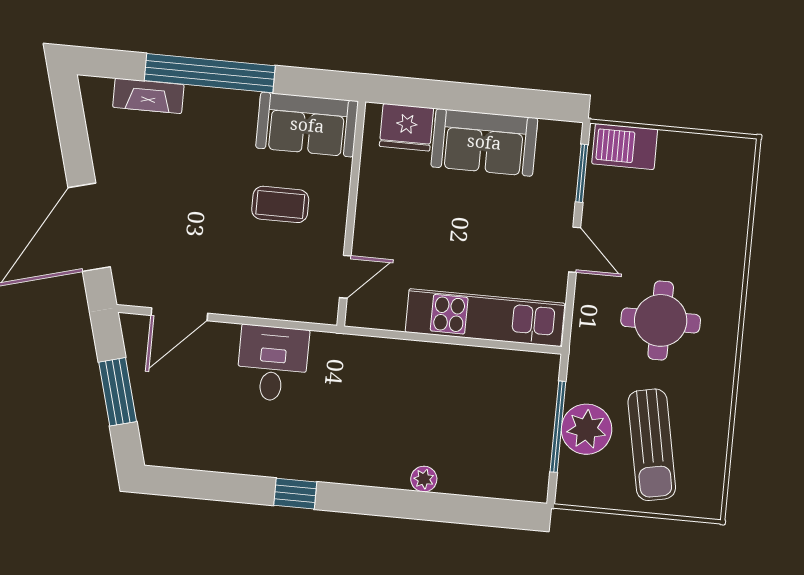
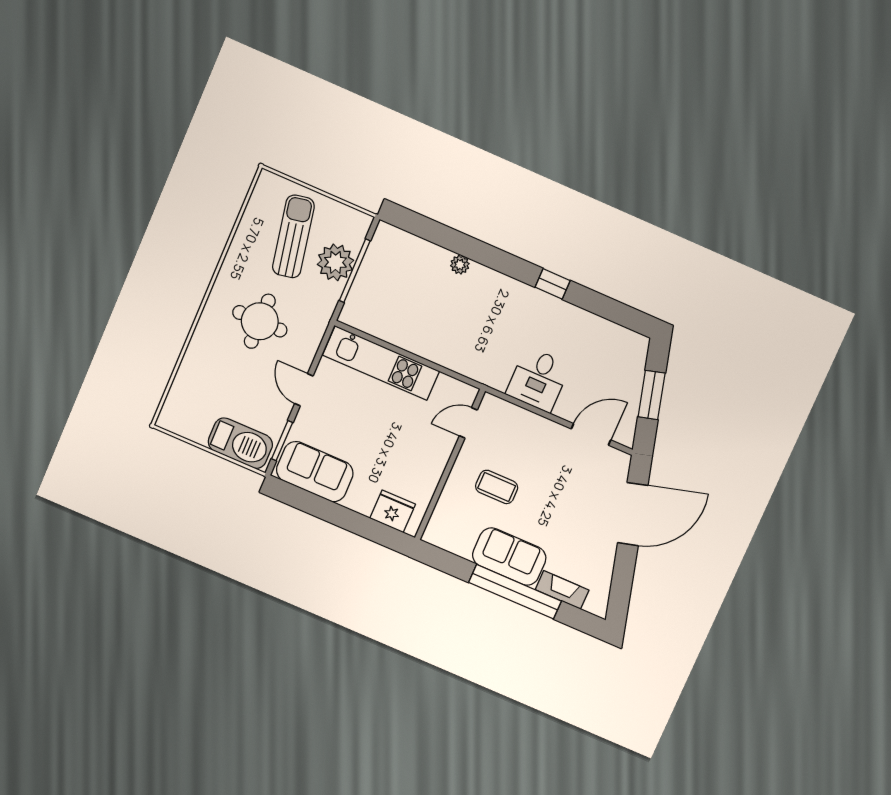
sofa: (307, 125) -> (509, 557), moved
sofa: (484, 142) -> (315, 472), moved
barbecue: (625, 147) -> (240, 443), width x1.37, depth x1.21

